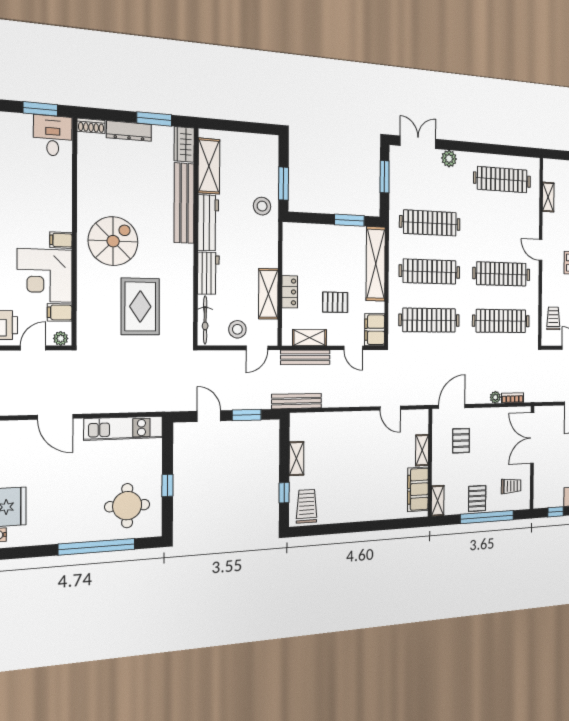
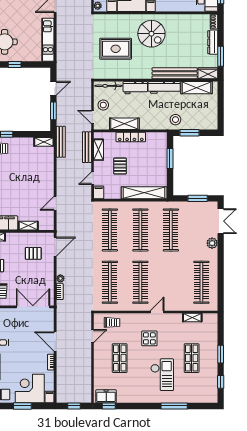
window: (349, 220) -> (170, 158), moved
locker: (290, 292) -> (131, 137), width x1.53
filing cabinet: (375, 330) -> (99, 192), width x0.50
door: (452, 406) -> (55, 247), hinge flipped
shelving: (296, 459) -> (44, 142), moved

